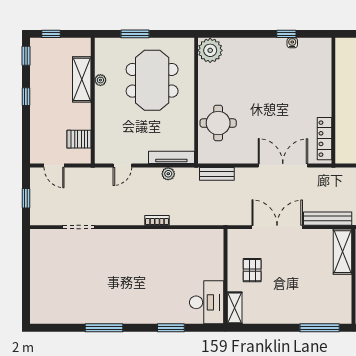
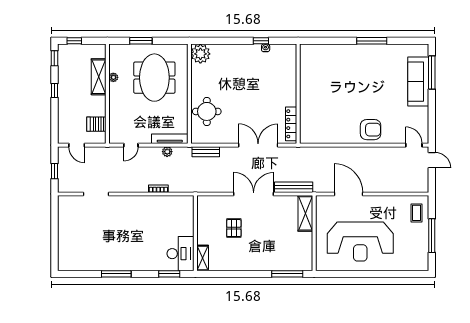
wall: (225, 276) -> (195, 233), moved
desk: (207, 302) -> (181, 254), moved
shelving: (235, 308) -> (203, 258), moved

